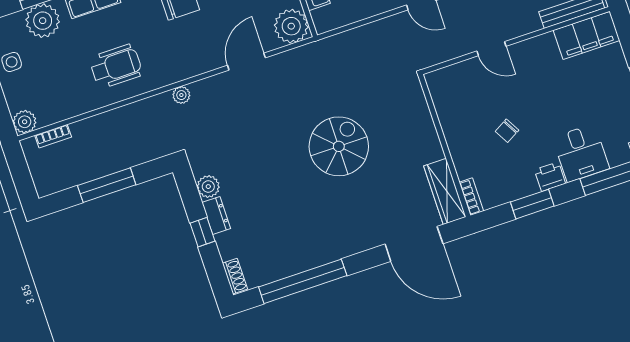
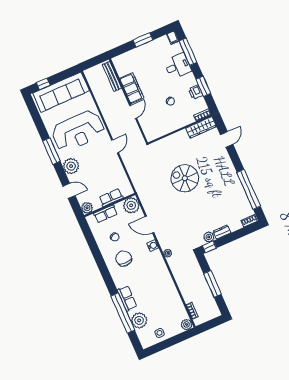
filing cabinet: (587, 35) -> (132, 88), moved
water cooler: (201, 64) -> (153, 246), added
wheelchair: (116, 66) -> (157, 285), removed
printer: (550, 177) -> (195, 92), moved
window: (202, 232) -> (209, 247), moved
door: (414, 244) -> (227, 139), width x0.53

